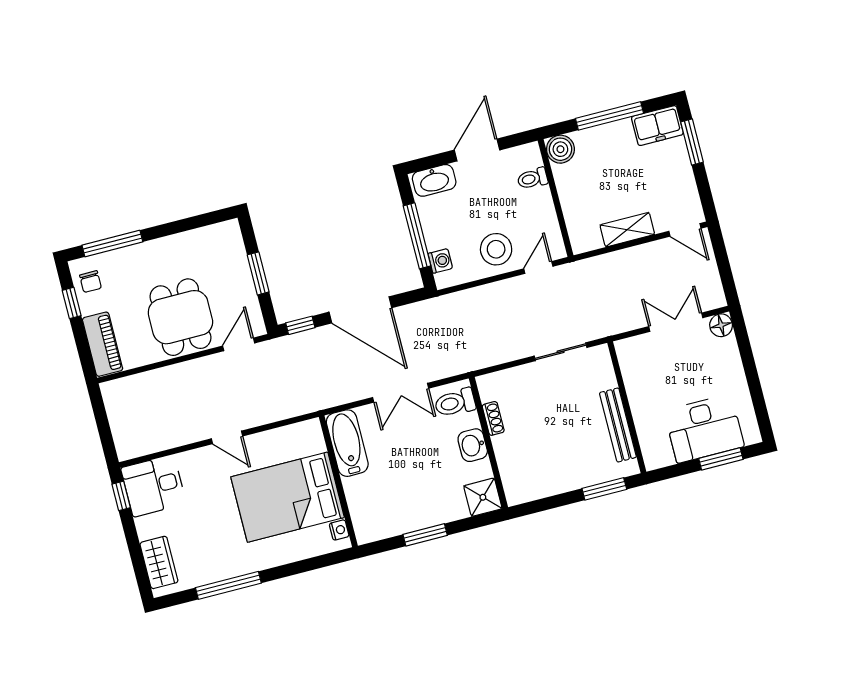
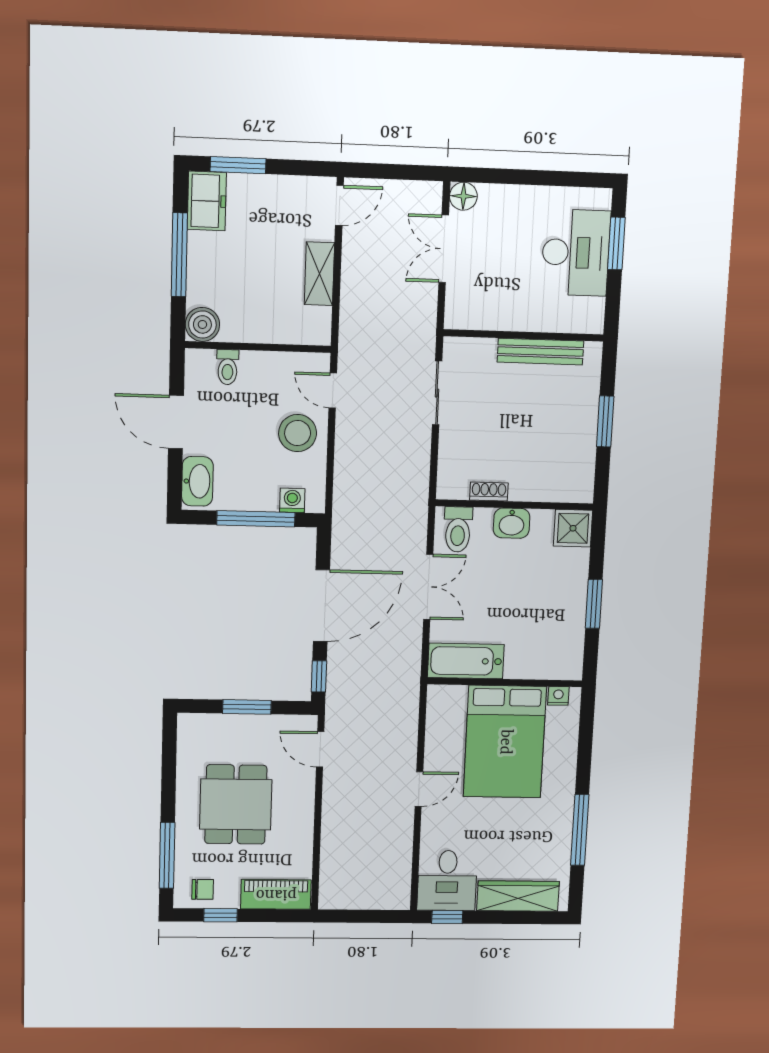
dining table: (180, 317) -> (236, 804), moved, turned 90
window: (604, 489) -> (605, 421), moved
wardrobe: (159, 562) -> (518, 896), width x1.50

